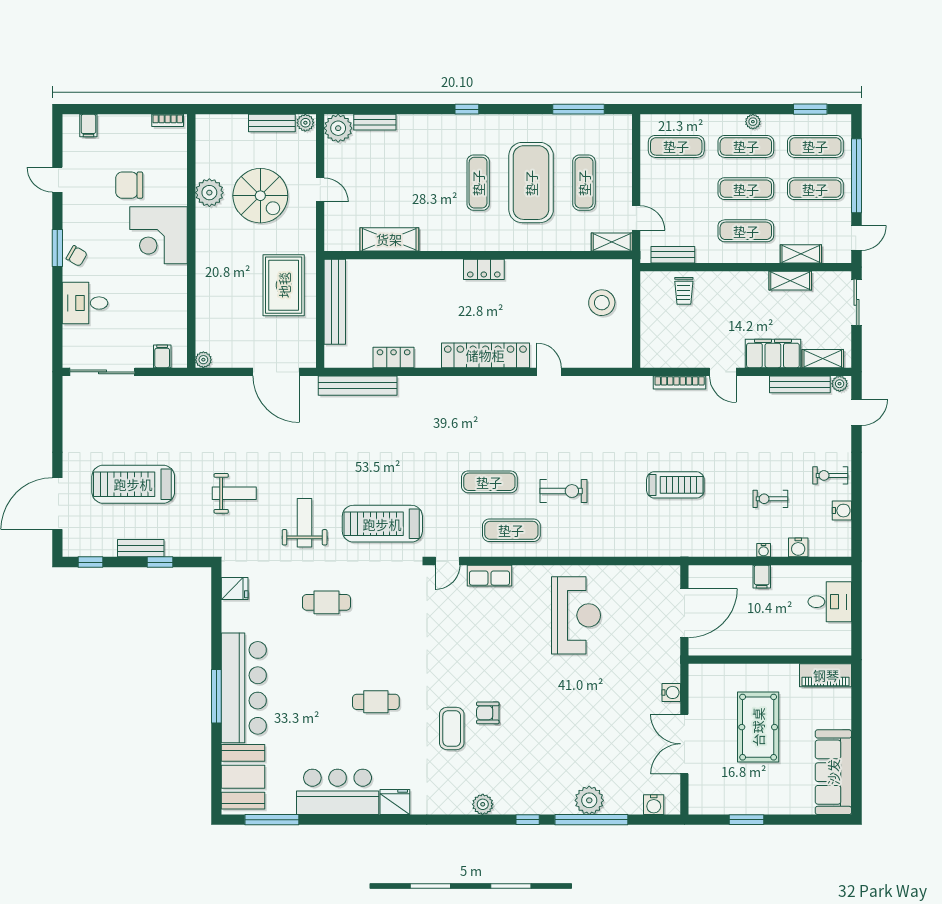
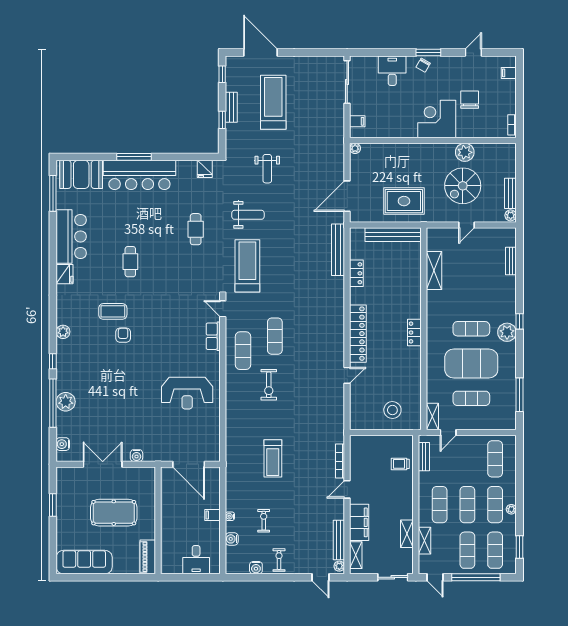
plant: (338, 128) -> (507, 332), moved

